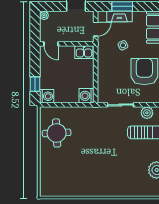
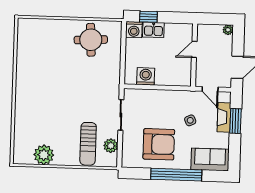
door: (51, 44) -> (194, 49), moved
kitchen sink: (84, 52) -> (153, 30), moved, turned -90
washing machine: (86, 96) -> (146, 76), moved

